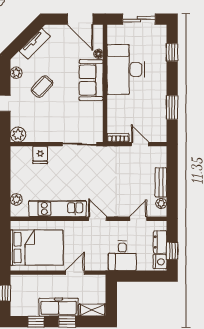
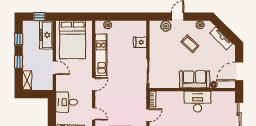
desk: (126, 69) -> (198, 102), width x0.73, depth x0.77
plant: (18, 135) -> (166, 26), moved
freezer: (59, 307) -> (46, 35), moved, turned 180

